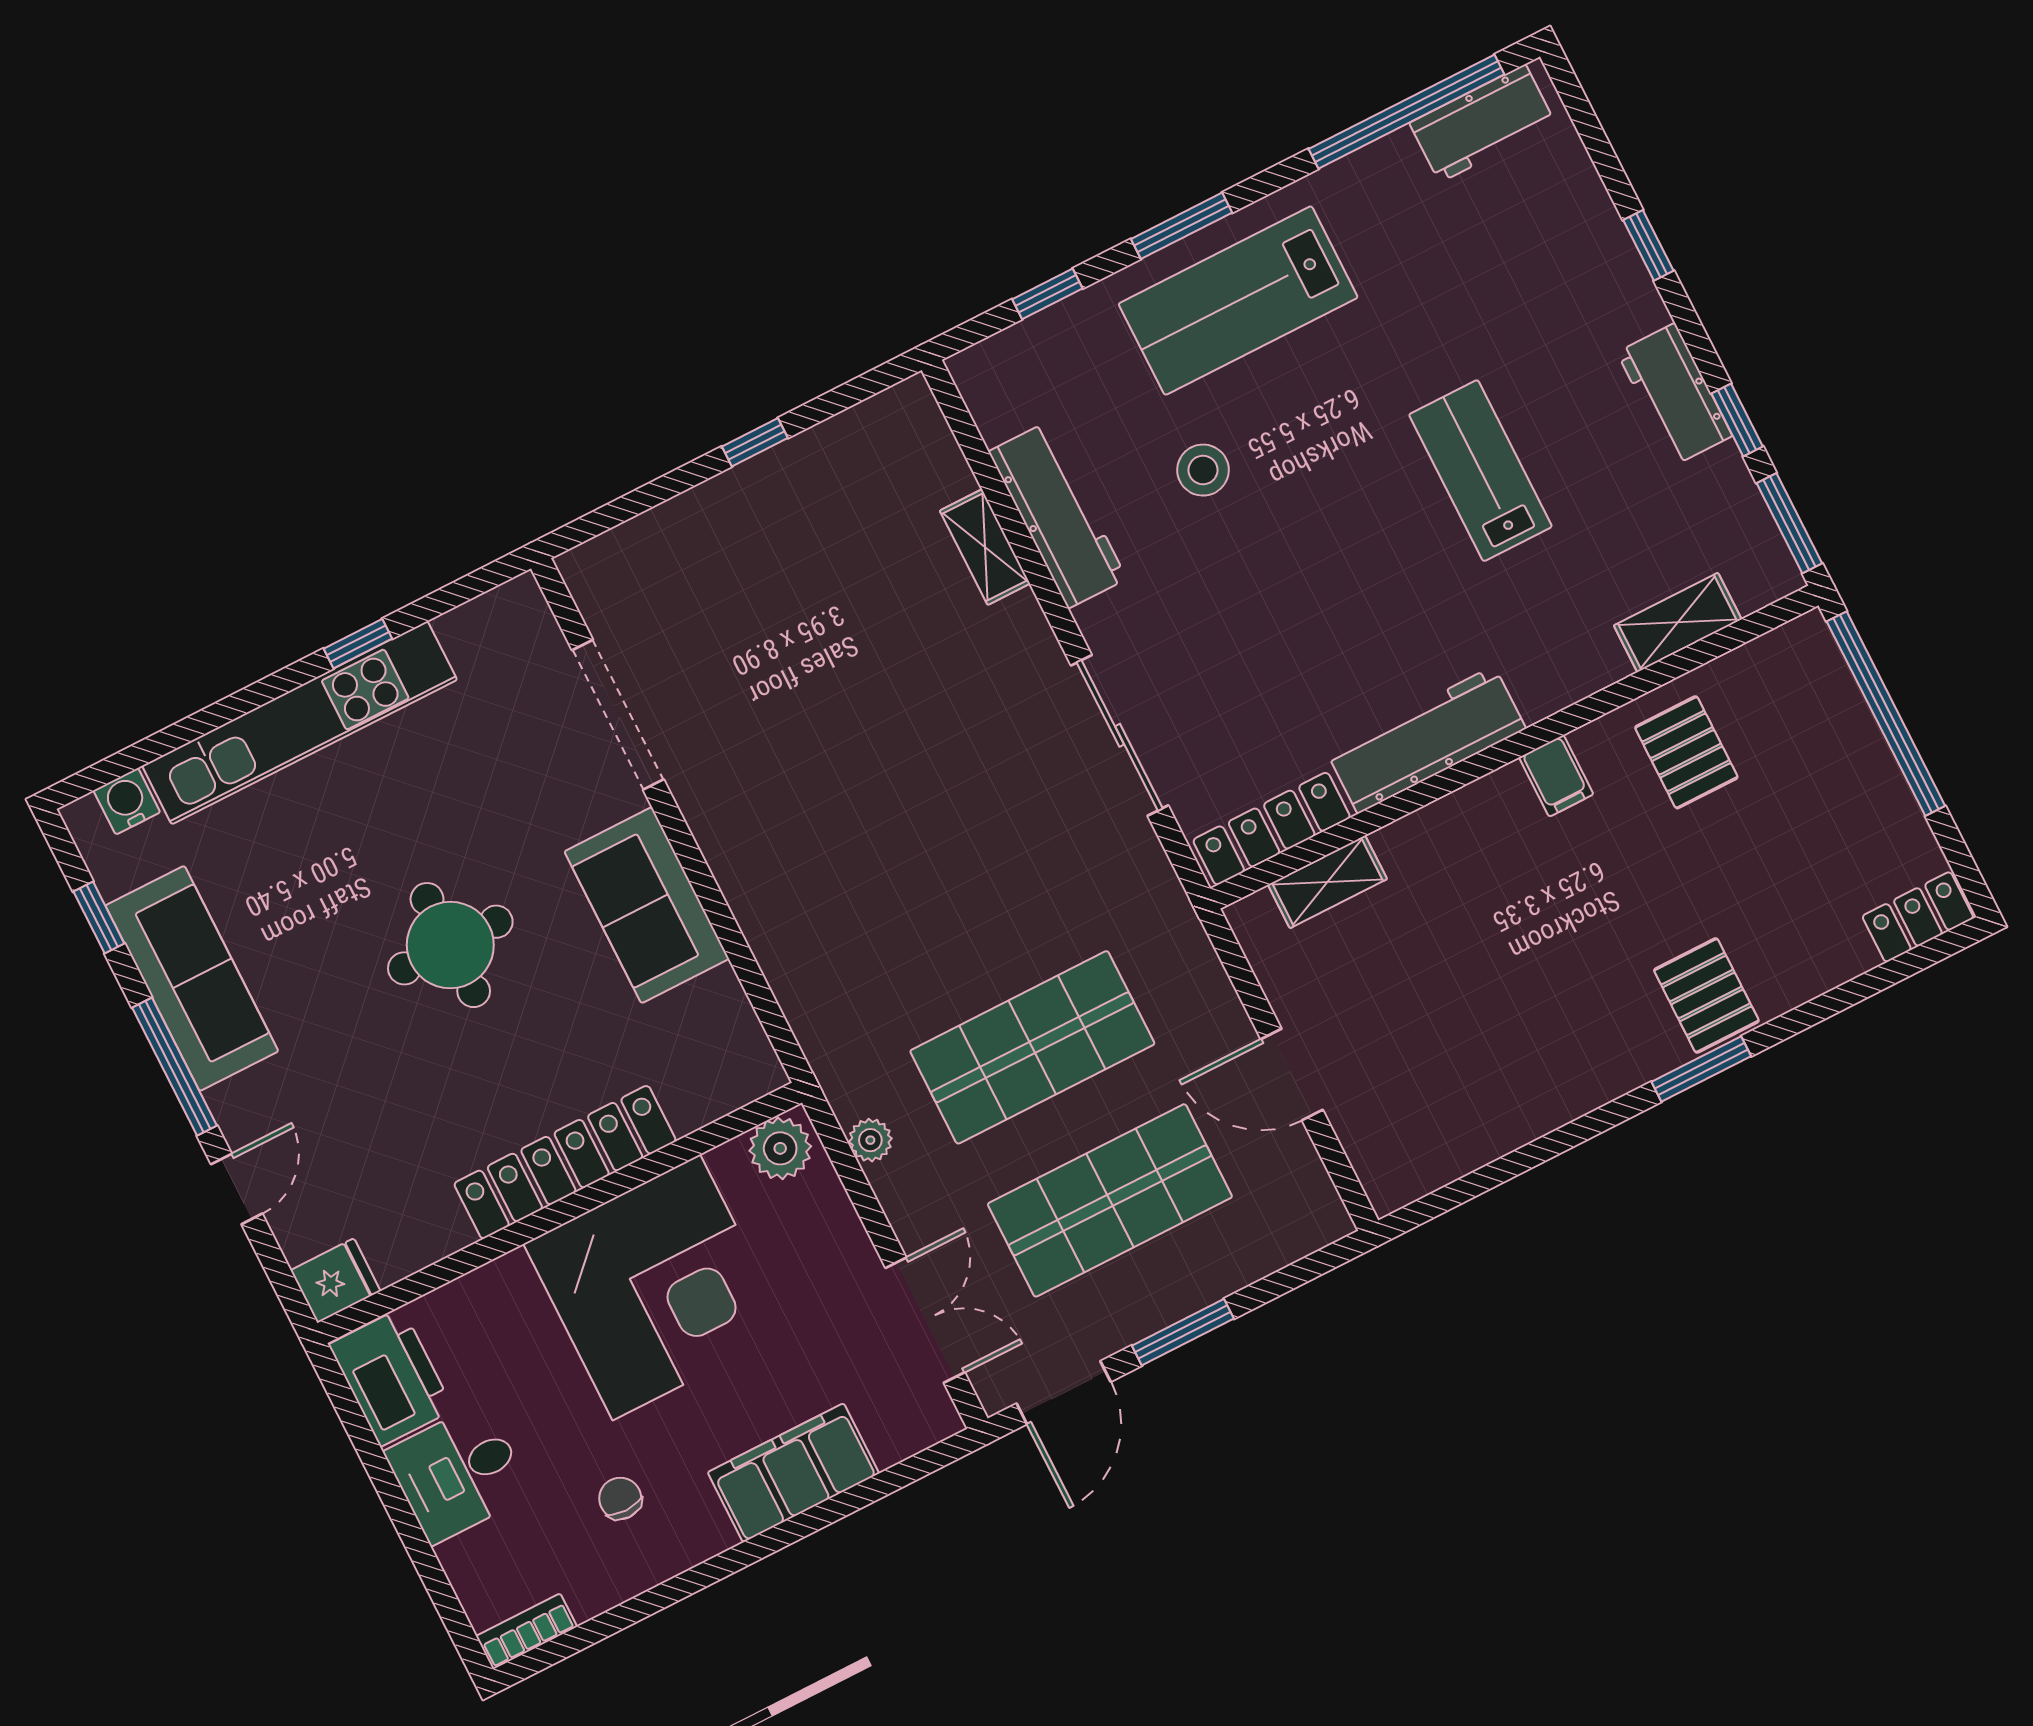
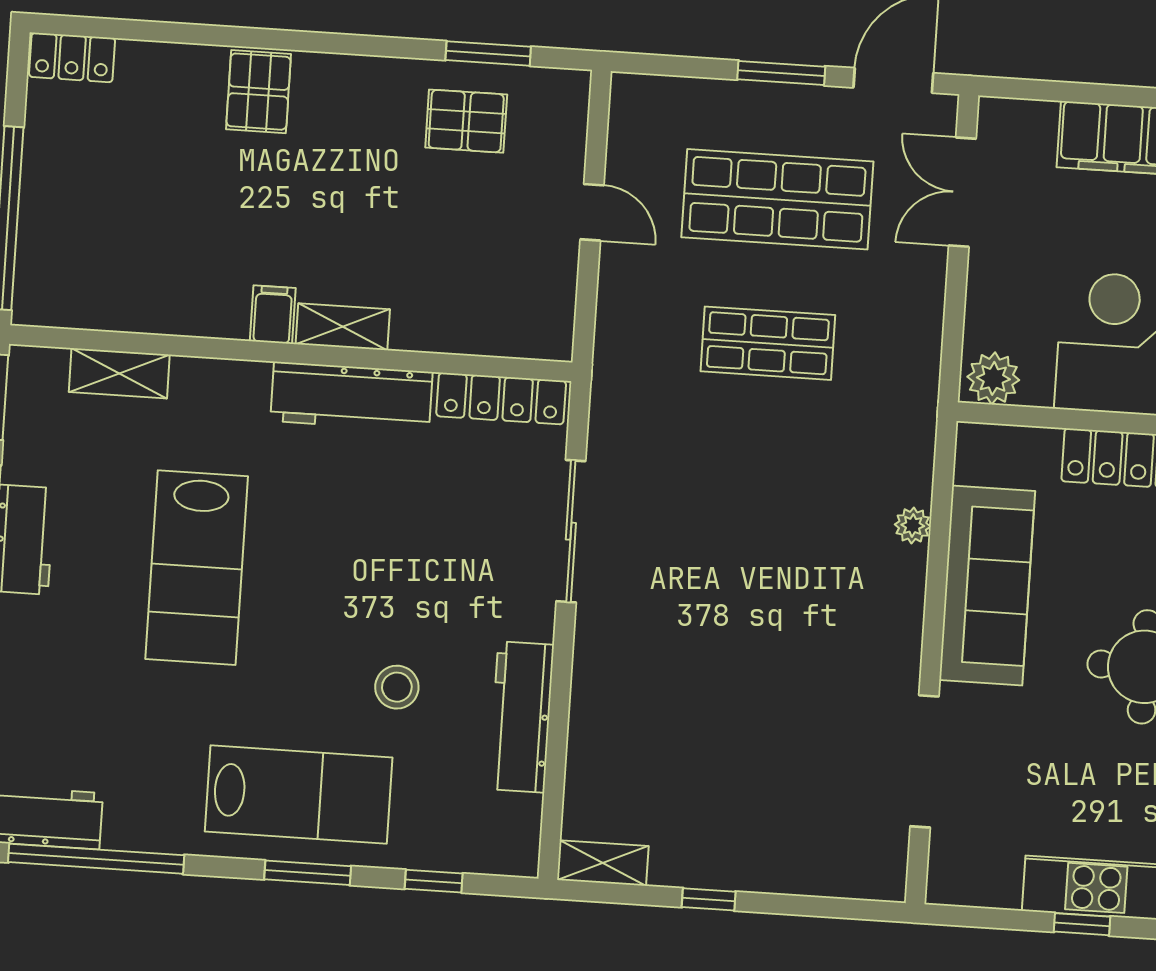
lab bench: (1480, 471) -> (197, 568), width x1.36, depth x1.39
shelving: (985, 547) -> (603, 863), moved, turned 90
pallet: (1686, 752) -> (466, 121), moved, turned 90
shelving: (1327, 882) -> (343, 327), moved
sofa: (647, 905) -> (987, 586), width x1.36
shop shelf: (1032, 1047) -> (768, 343), width x0.70, depth x0.74
window: (1701, 1069) -> (488, 53), moved
door: (1292, 1075) -> (592, 212), width x0.73
plant: (870, 1140) -> (913, 525), moved

